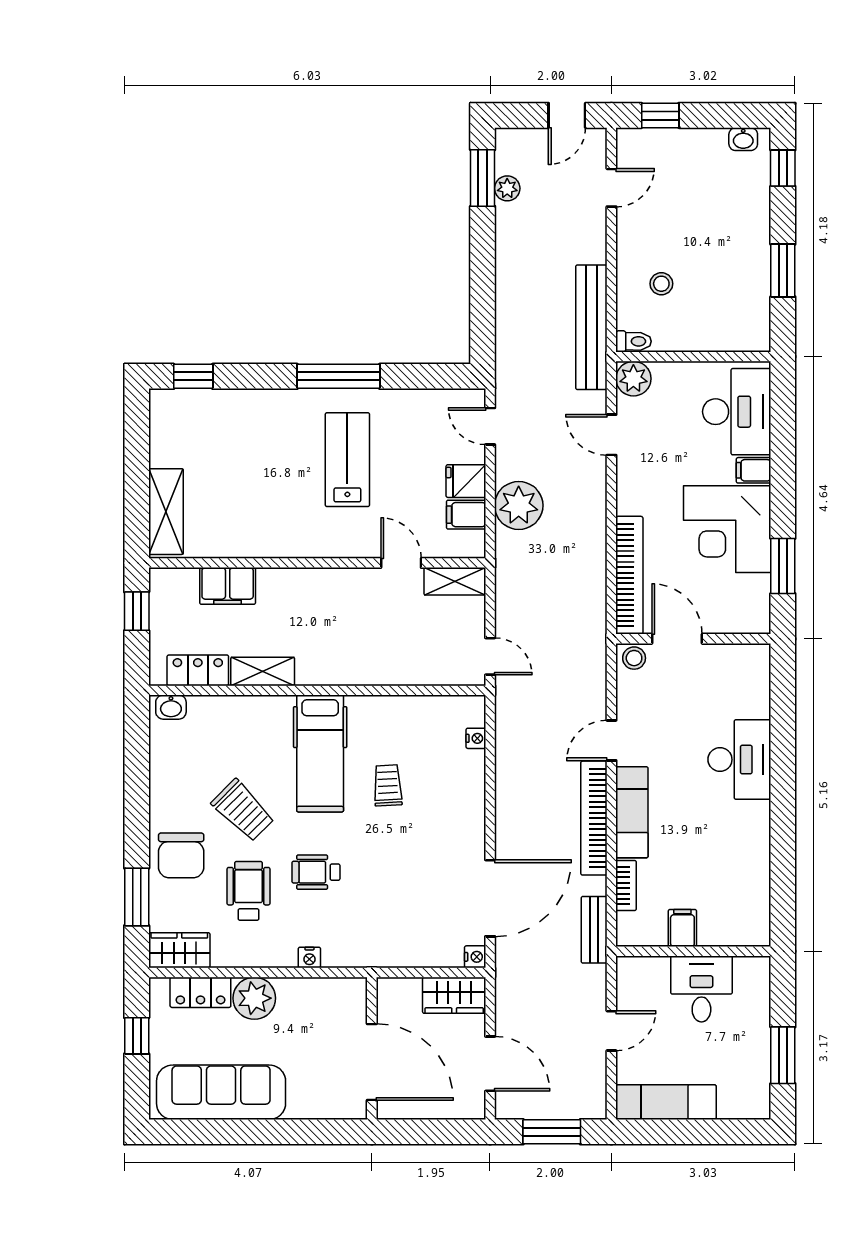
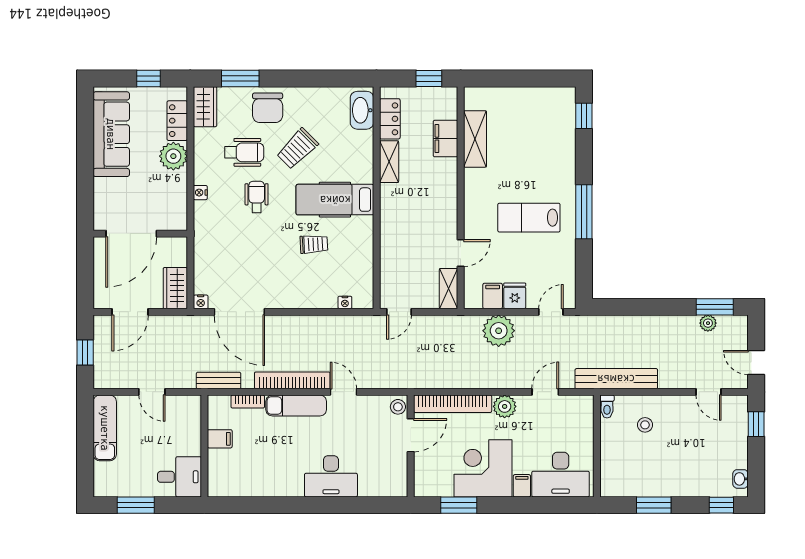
plant: (633, 379) -> (505, 406), moved
lab bench: (347, 460) -> (529, 218), turned 180
shelving: (166, 512) -> (475, 139), moved, turned 90
washbasin: (171, 707) -> (362, 110), width x1.91, depth x1.45
chair: (181, 855) -> (268, 108), turned -90
desk: (701, 989) -> (179, 477), moved
window: (552, 1132) -> (85, 353), width x0.67

